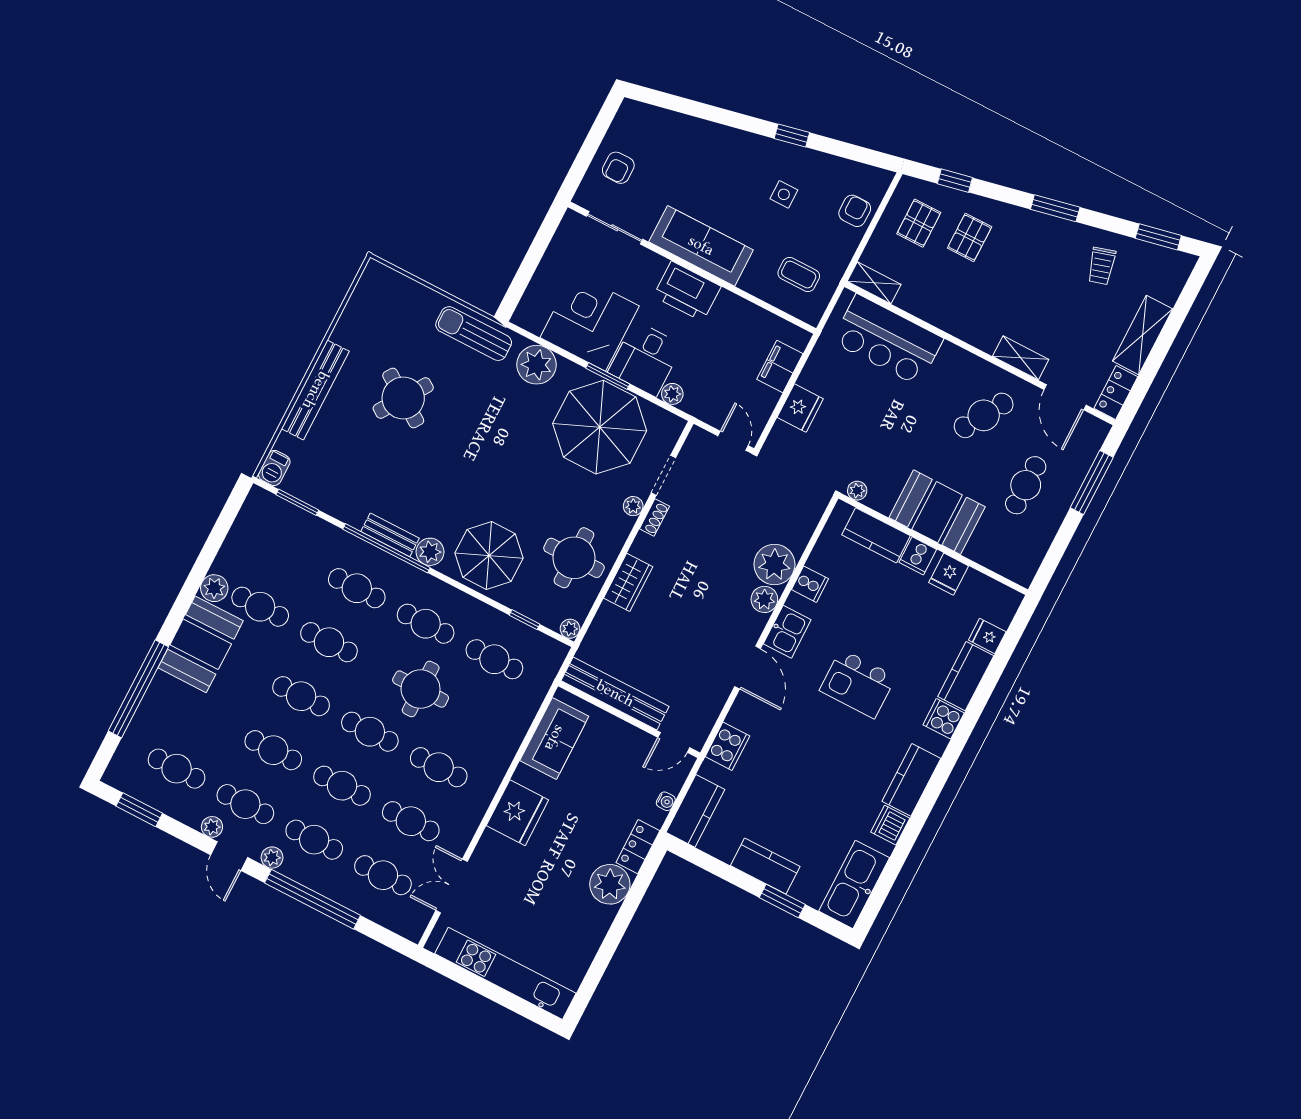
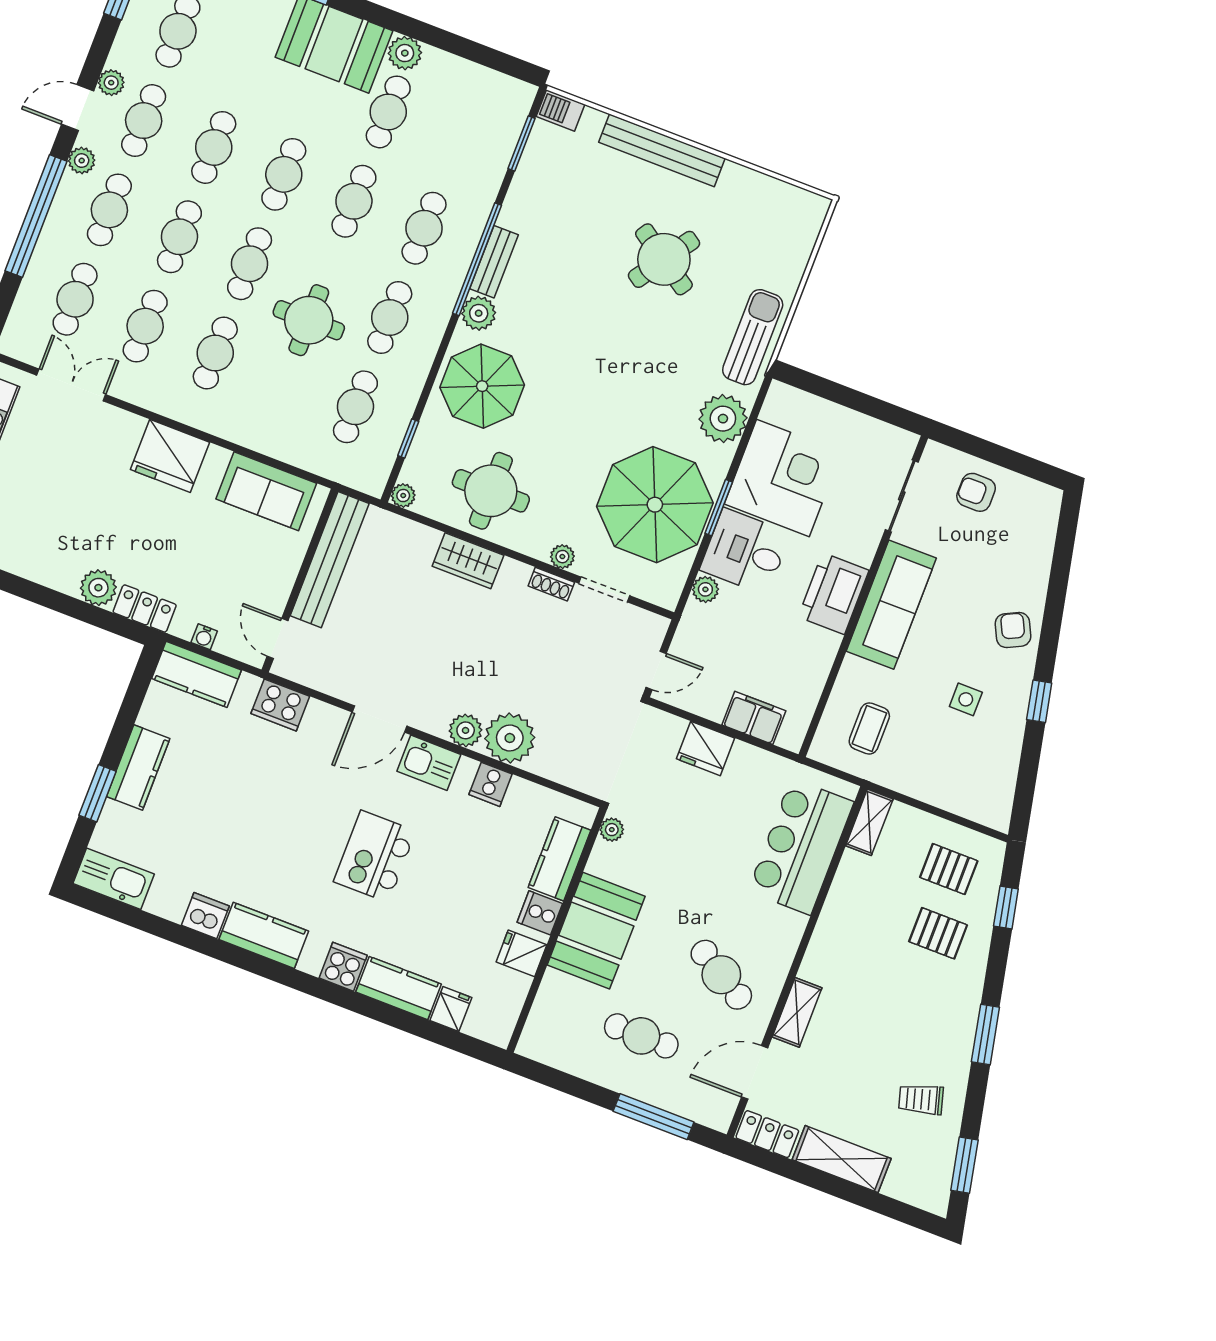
armchair: (855, 211) -> (1013, 630), moved, turned -116
plant: (610, 884) -> (98, 588), width x0.73, depth x0.73
kitchen sink: (854, 884) -> (114, 879), width x0.73, depth x0.81

